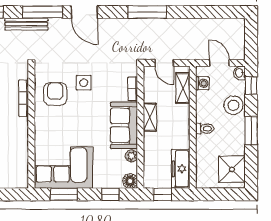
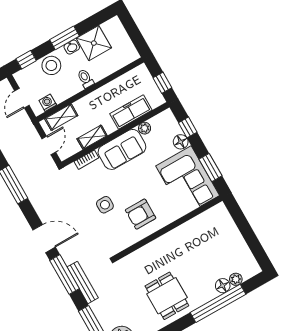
door: (84, 12) -> (44, 239), hinge flipped
washbasin: (239, 73) -> (72, 47), moved
armchair: (55, 94) -> (141, 214), moved
bookcase: (24, 98) -> (147, 249), removed
shelving: (150, 117) -> (92, 137), moved
freezer: (181, 169) -> (131, 112), moved, turned 180
shower: (232, 169) -> (94, 43), moved
floor lamp: (130, 181) -> (181, 142), moved

